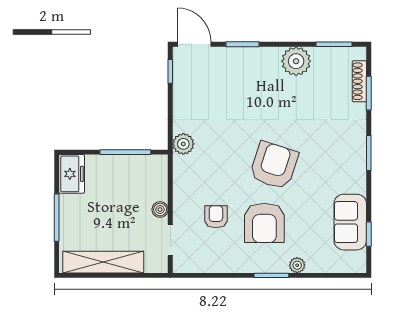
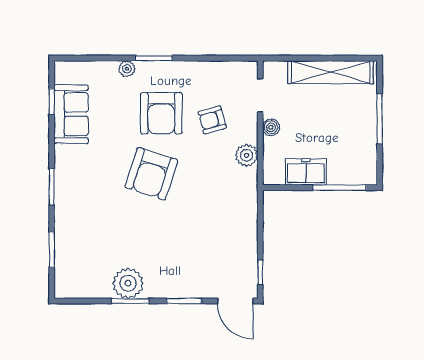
window: (334, 44) -> (130, 301), moved
shoe rack: (359, 81) -> (62, 262), removed
plant: (183, 144) -> (247, 155), moved
window: (125, 152) -> (340, 188), moved
freezer: (72, 174) -> (306, 172), moved, turned 90
armchair: (216, 217) -> (212, 120), turned 75
armchair: (264, 223) -> (161, 113), turned 180

